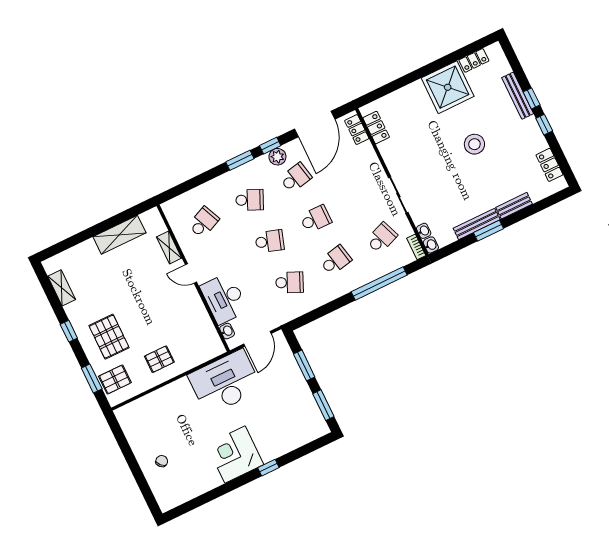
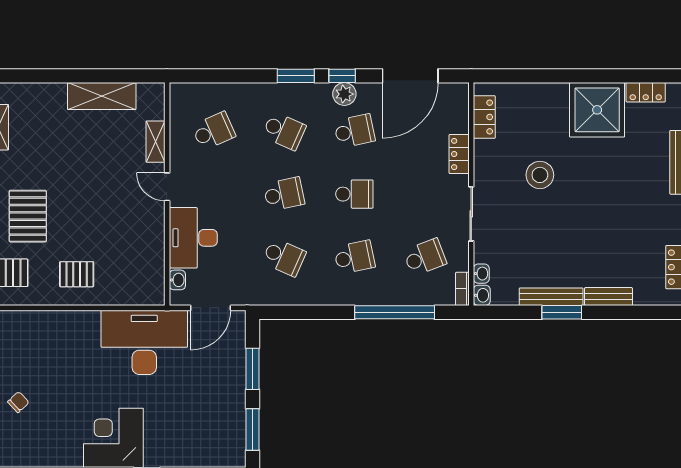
locker: (357, 130) -> (459, 154), moved
stool: (474, 144) -> (540, 175), moved
school desk: (270, 241) -> (284, 194), turned -30

